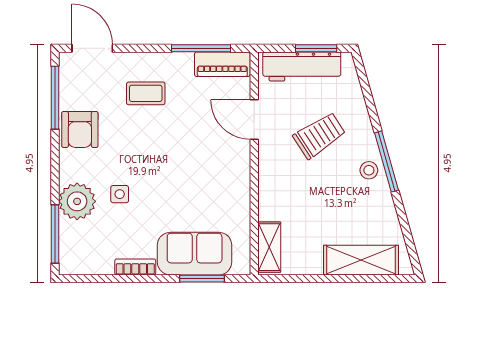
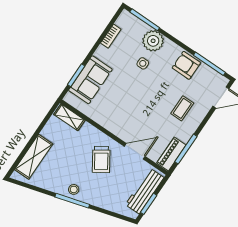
trolley: (319, 135) -> (101, 159), moved
bookcase: (135, 267) -> (111, 36), moved

